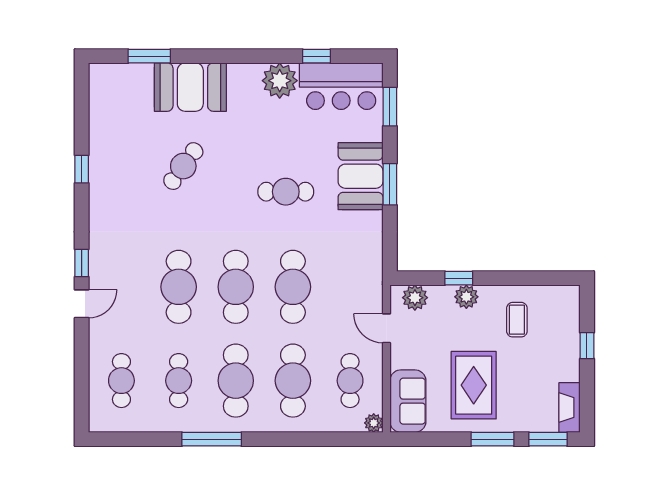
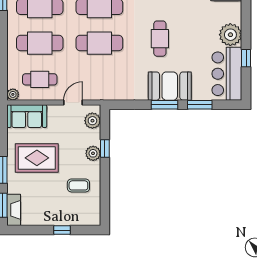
window: (390, 107) -> (200, 105), moved
fireplace: (570, 407) -> (14, 210), moved, turned 90

